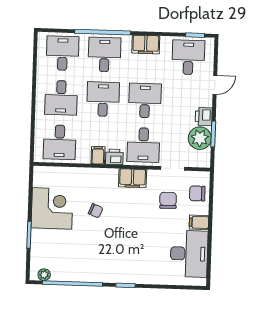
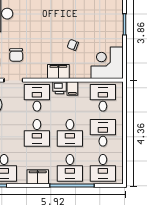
filing cabinet: (133, 178) -> (58, 72), moved
corner desk: (52, 208) -> (107, 63), moved, turned 90

